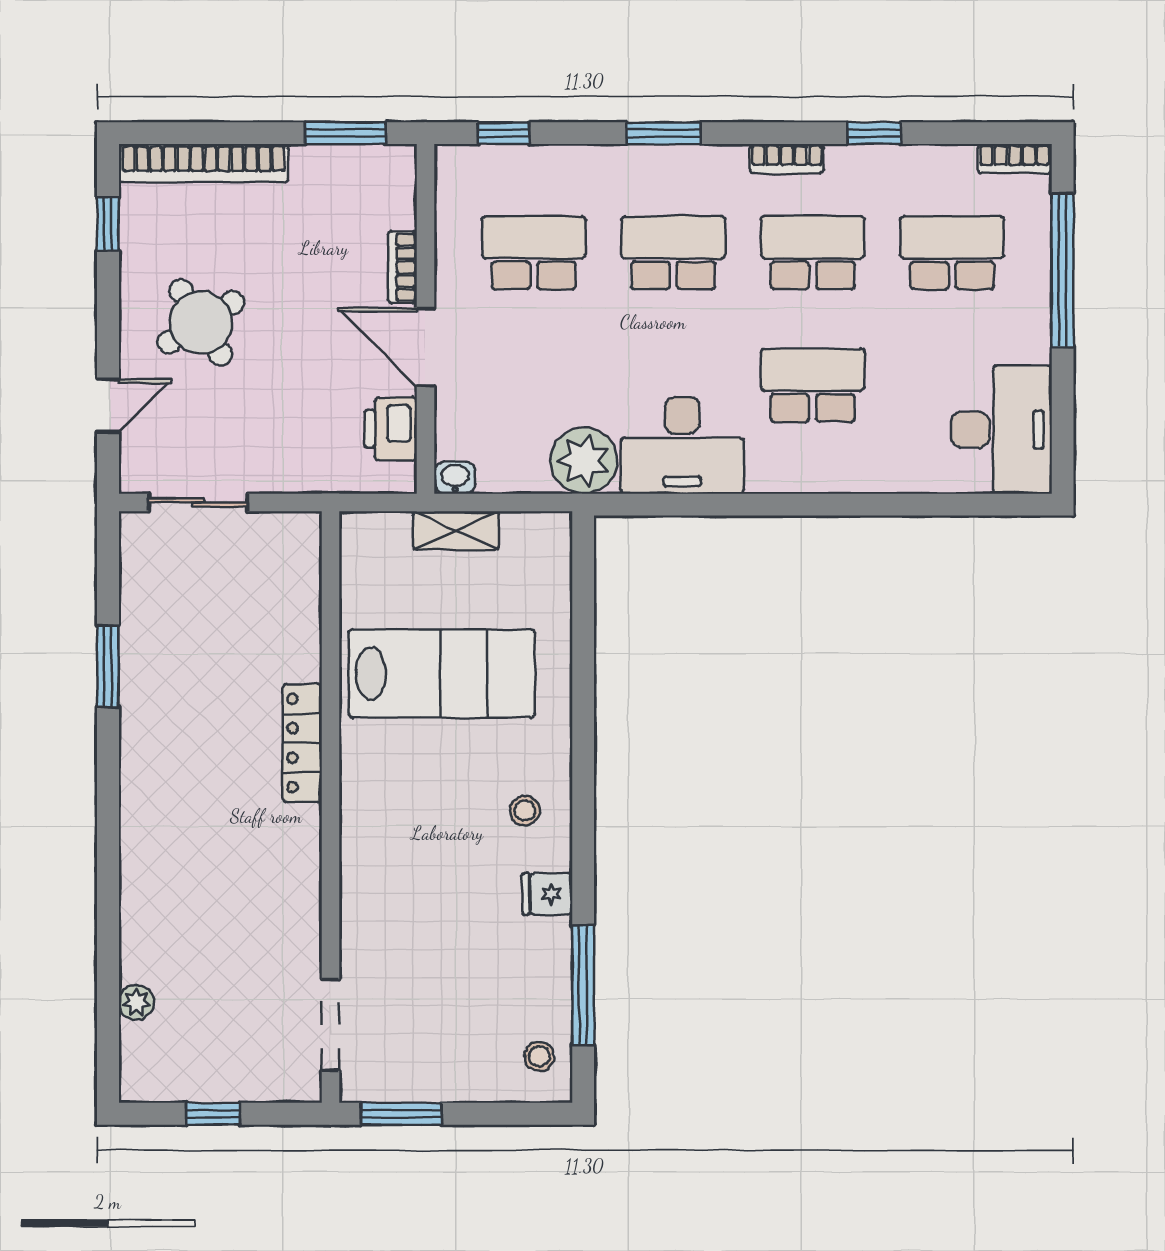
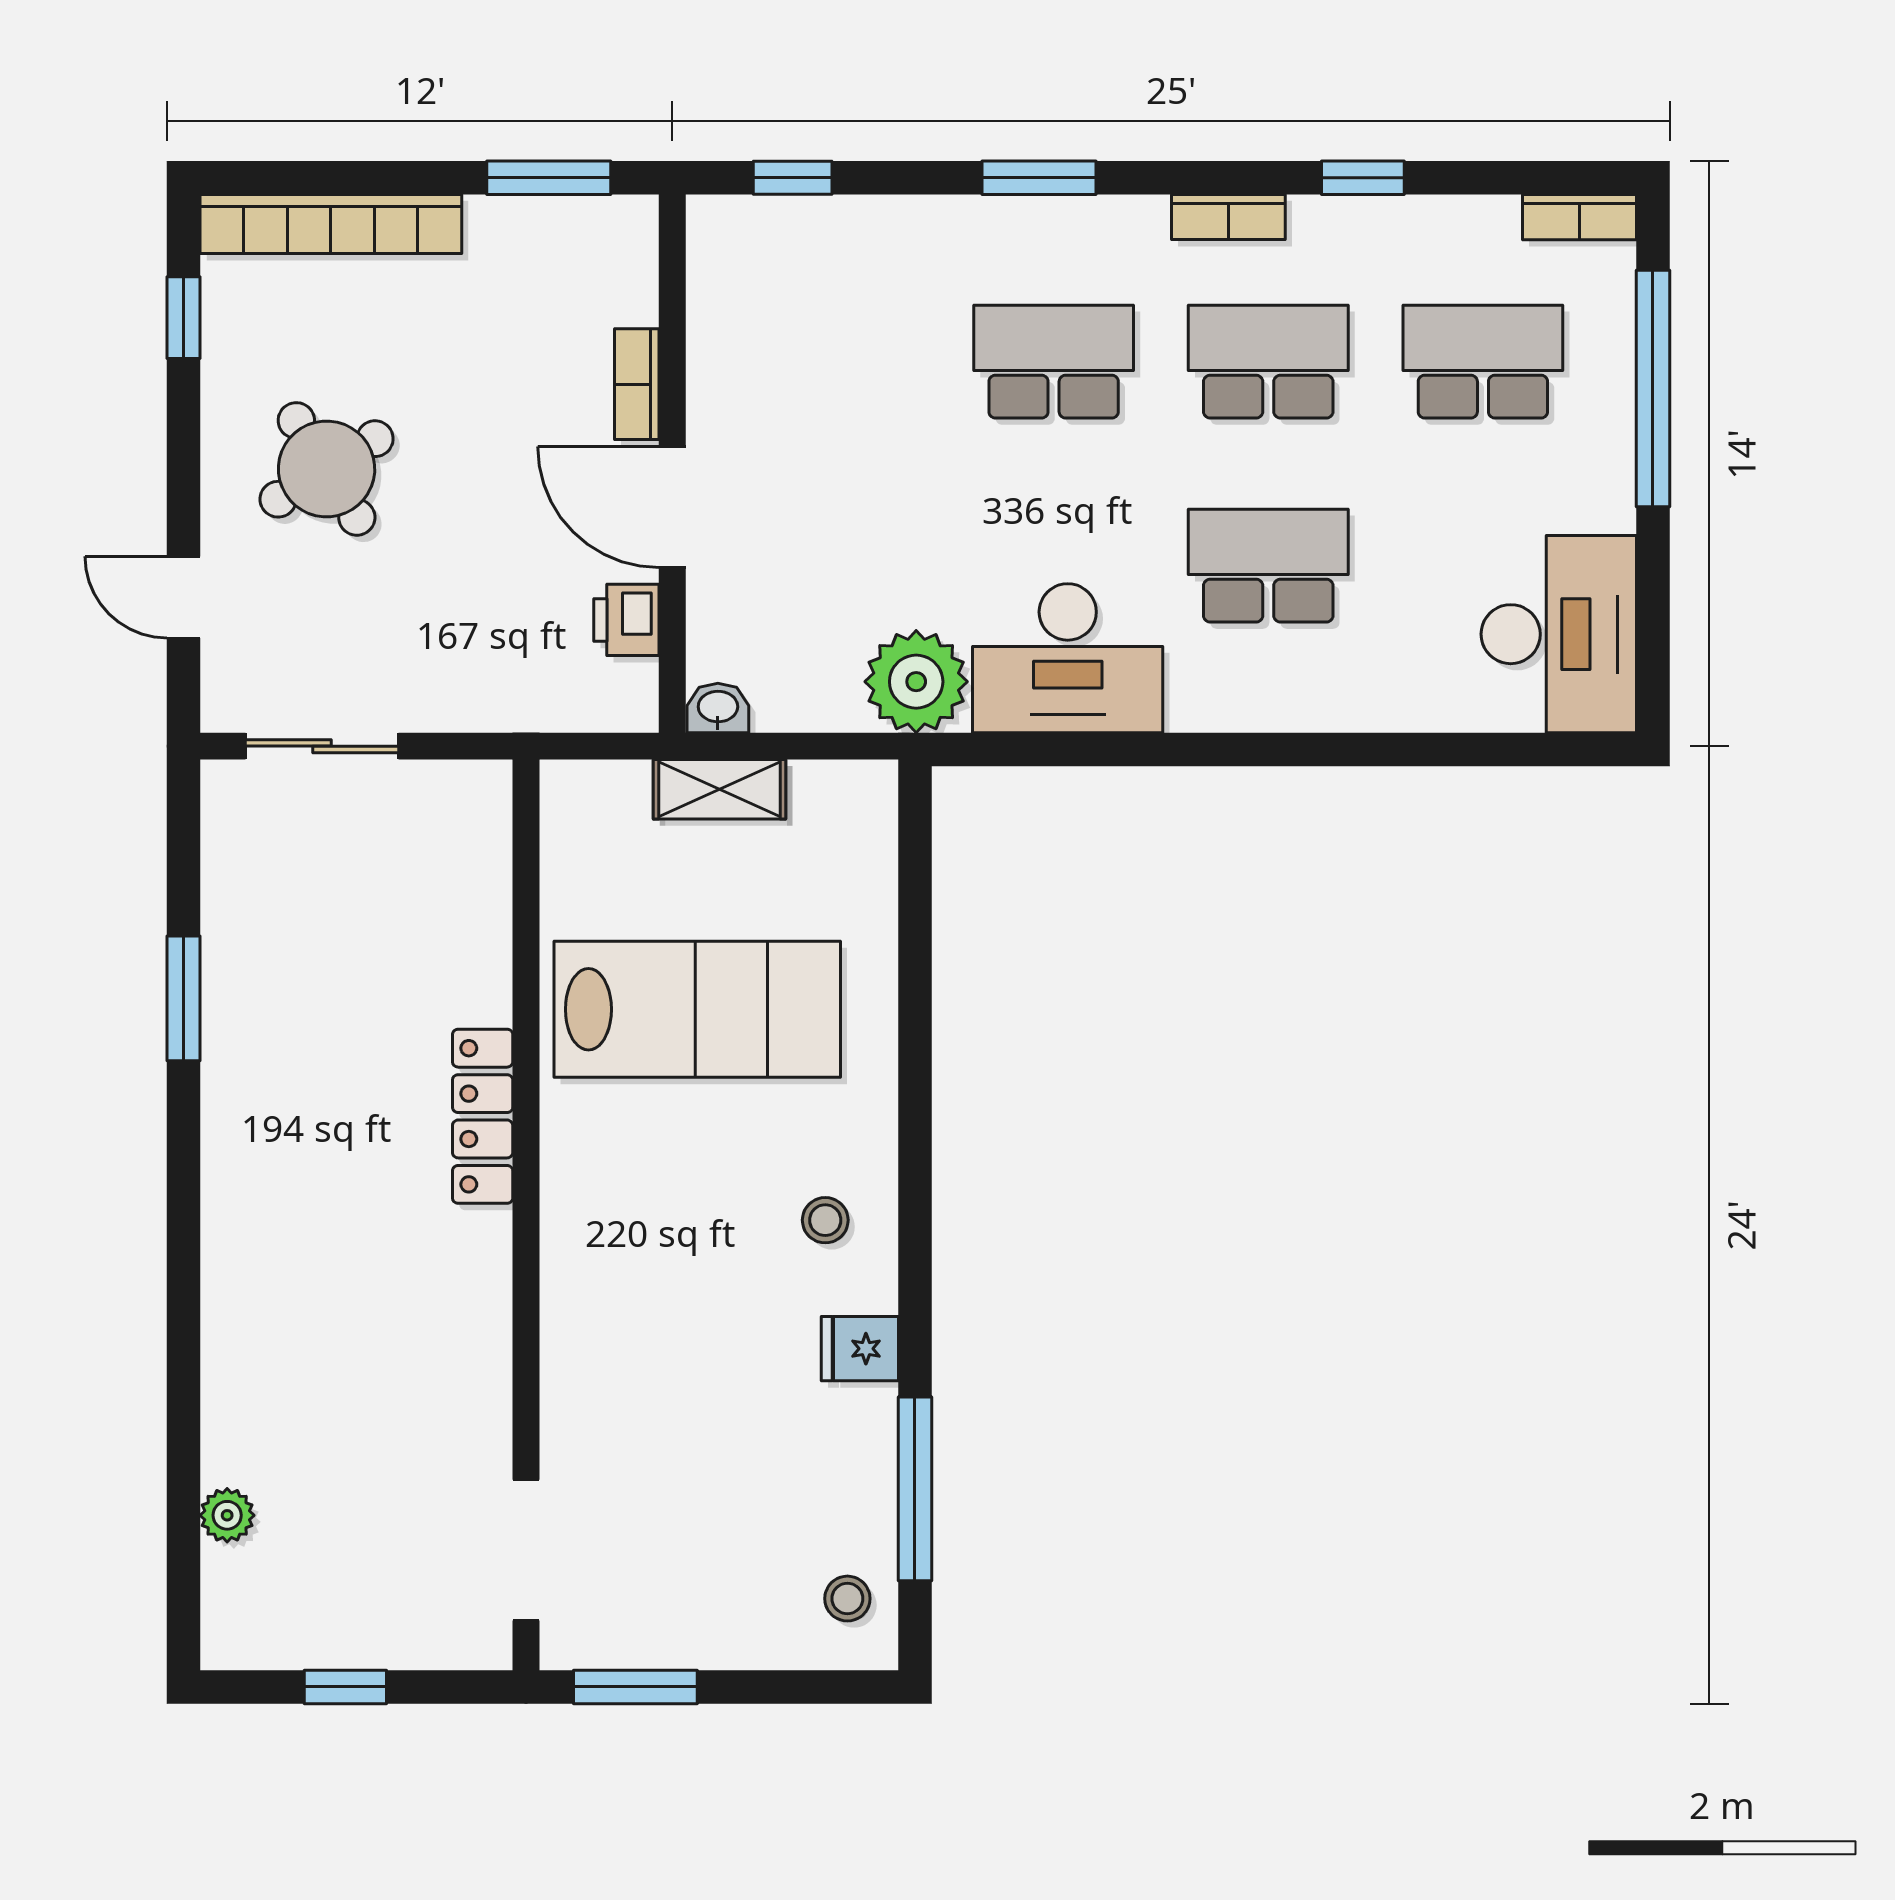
school desk: (534, 253) -> (839, 362), removed
door: (108, 406) -> (184, 597), swing flipped
printer: (391, 429) -> (626, 620), width x0.73, depth x0.81

